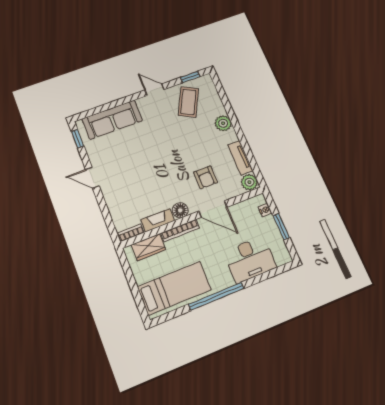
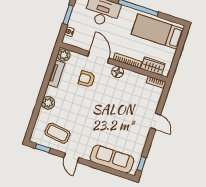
coffee table: (188, 102) -> (57, 133), turned 71
armchair: (206, 177) -> (87, 79), turned -92
door: (92, 178) -> (156, 121), moved
fireplace: (158, 220) -> (135, 77), removed

